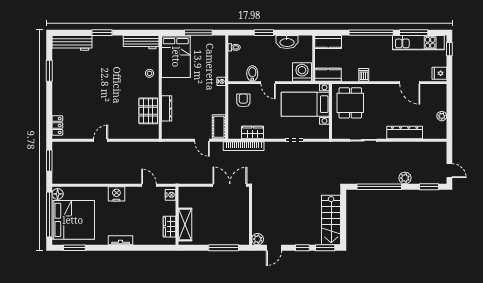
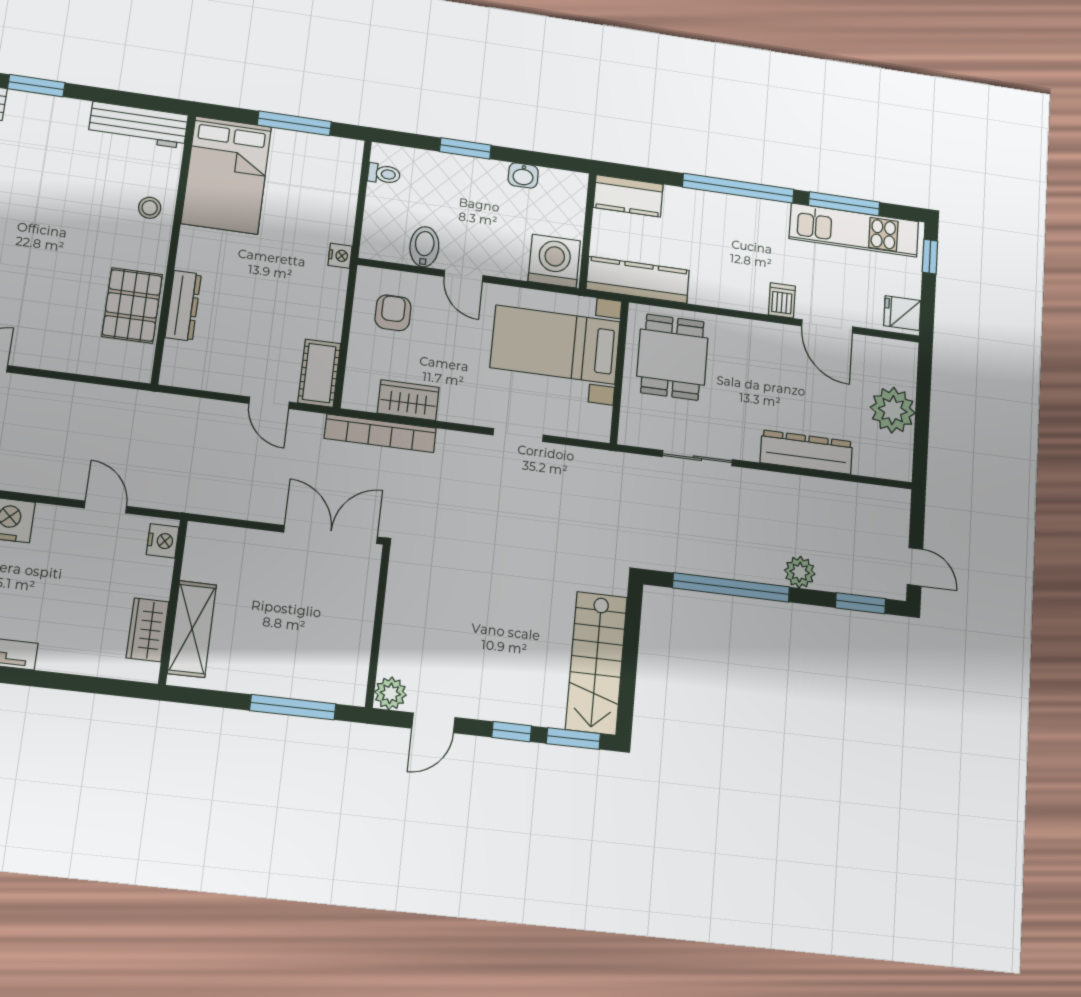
washbasin: (287, 42) -> (523, 175), width x0.52, depth x0.69
kitchen counter: (328, 75) -> (638, 280), width x1.50
dishwasher: (364, 75) -> (782, 300), moved
plant: (442, 116) -> (893, 410), width x1.88, depth x1.88

